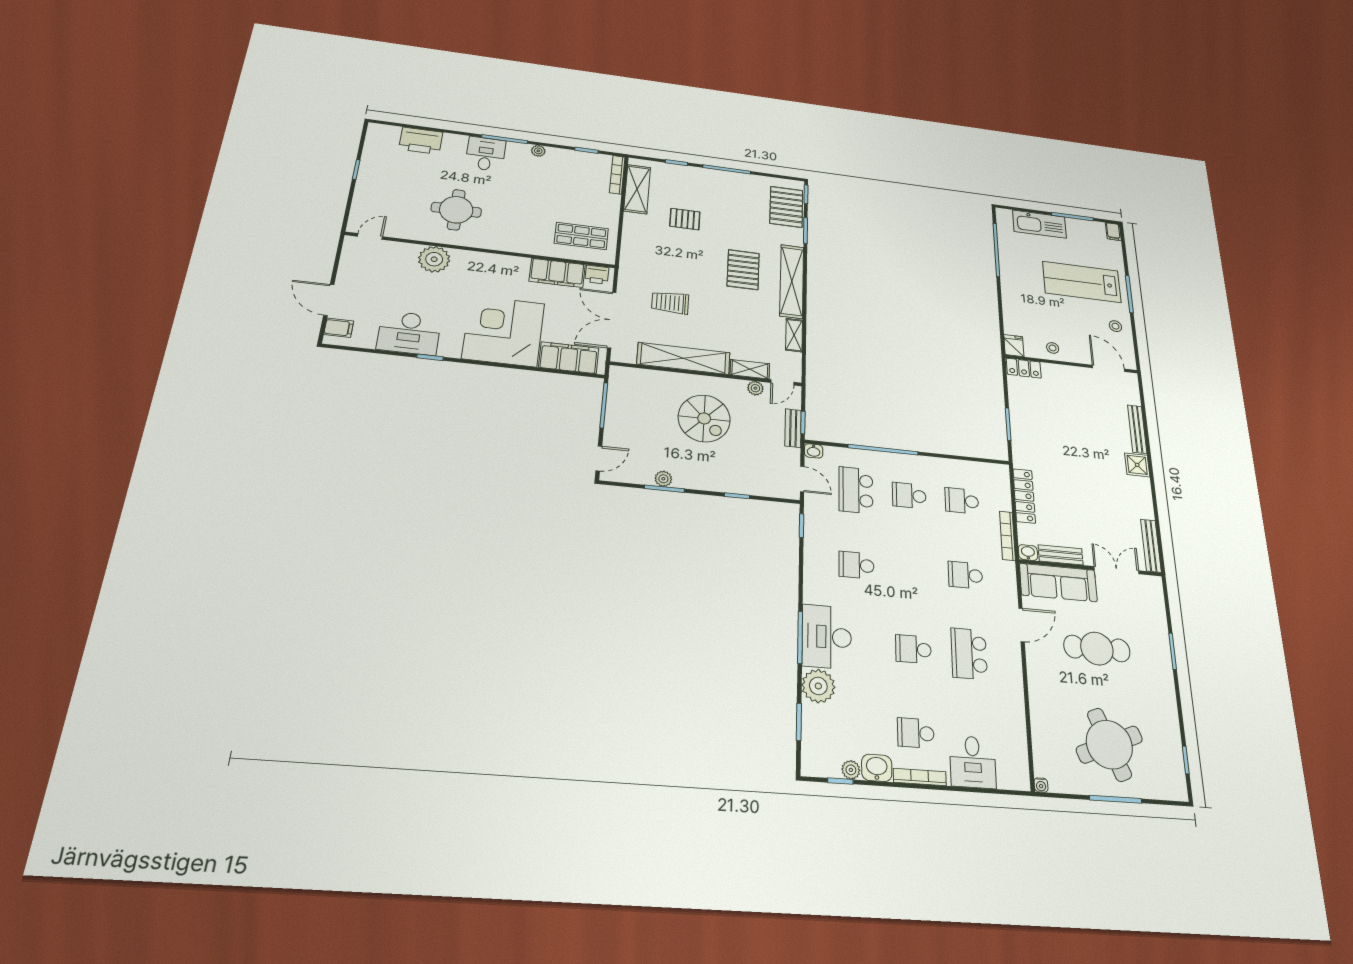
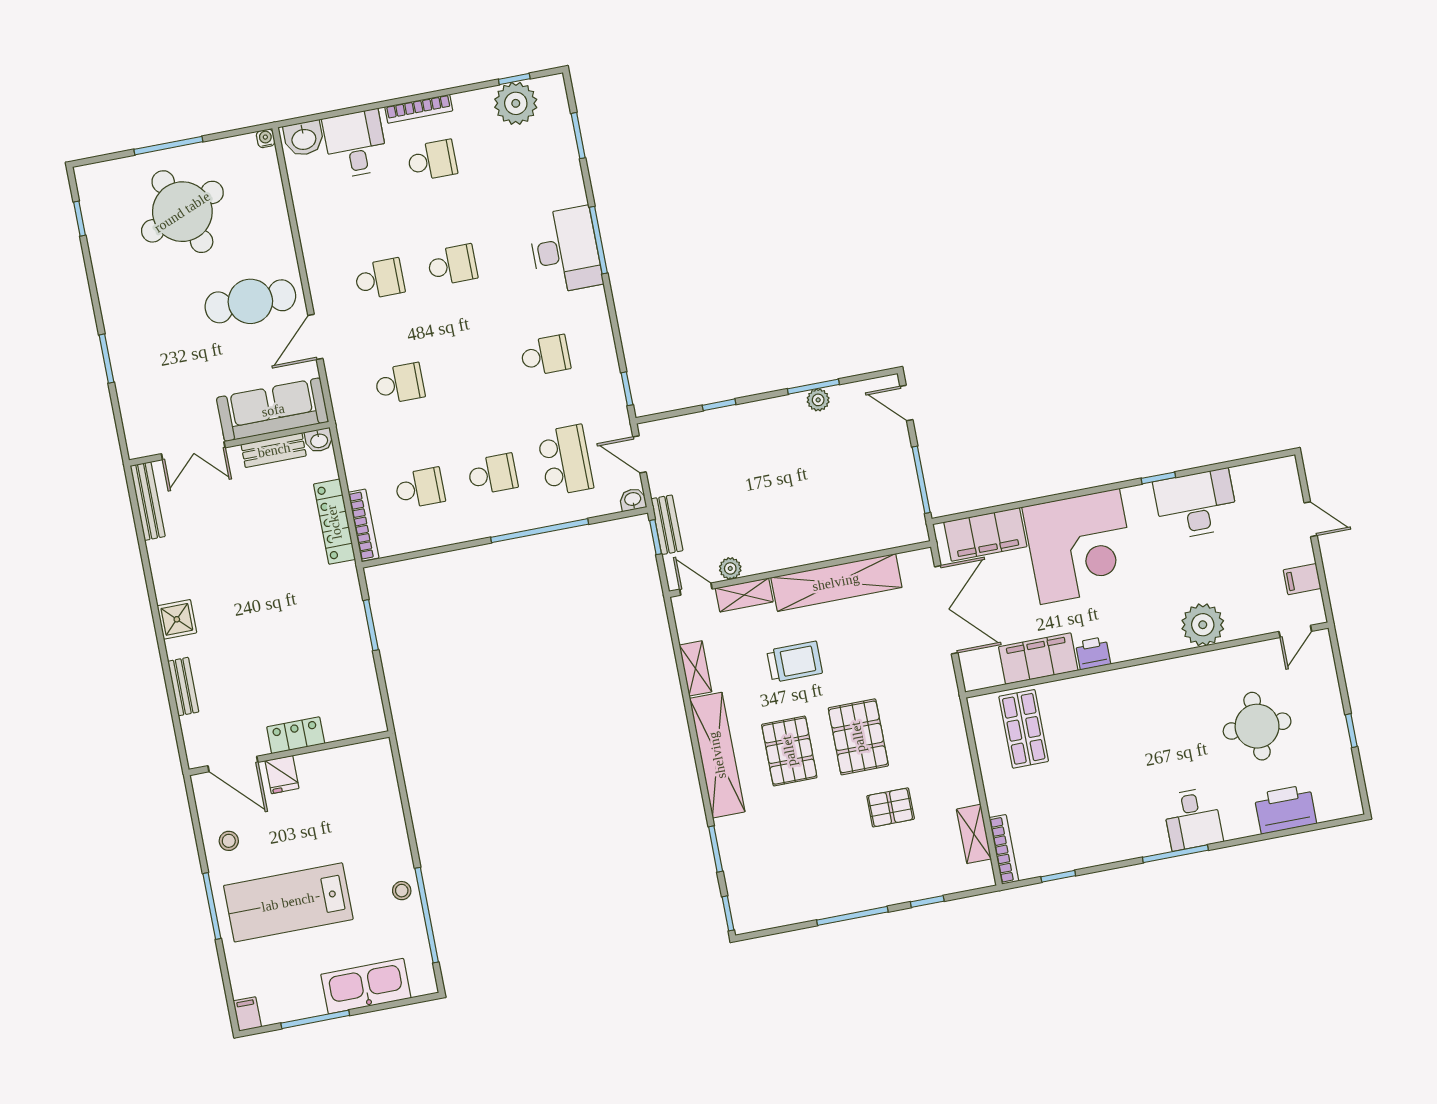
plant: (538, 151) -> (1124, 851), removed
shelving: (637, 189) -> (974, 834), width x0.67, depth x0.75
pallet: (786, 207) -> (858, 737), moved
round table: (456, 210) -> (1257, 726), moved
shop shelf: (581, 236) -> (1024, 729), turned 90
printer: (597, 275) -> (1093, 653), moved
lab bench: (1082, 282) -> (288, 902), turned 180
door: (329, 300) -> (1311, 519), width x0.73
trolley: (670, 303) -> (794, 662), moved
filing cabinet: (339, 328) -> (1302, 579), moved
fridge: (1014, 346) -> (282, 775), moved
stool: (1053, 348) -> (402, 891), moved
locker: (1024, 368) -> (296, 735), moved
door: (782, 382) -> (696, 589), hinge flipped
spiral stairs: (704, 418) -> (787, 502), removed
bench: (1137, 429) -> (183, 687), width x0.73
door: (599, 458) -> (906, 403), hinge flipped
bookcase: (1007, 536) -> (364, 525), moved
cafe table: (1097, 648) -> (250, 301), moved
school desk: (969, 654) -> (380, 279), width x0.54
plant: (818, 686) -> (563, 186), removed
washbasin: (877, 768) -> (304, 138), moved
plant: (851, 770) -> (516, 103), width x1.88, depth x1.88

